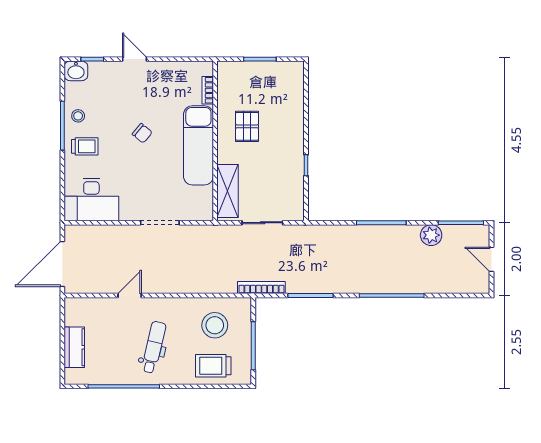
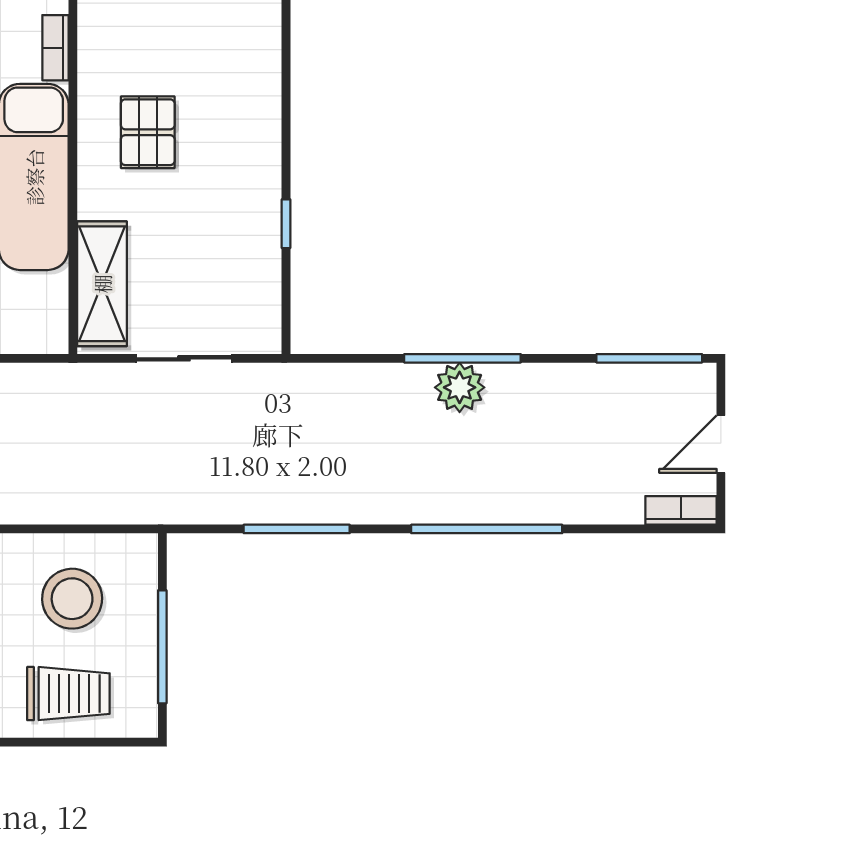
plant: (431, 235) -> (460, 387), moved
door: (491, 259) -> (721, 444), hinge flipped
bookcase: (261, 288) -> (681, 510), moved, width x0.64
trolley: (213, 366) -> (68, 694), turned 180

